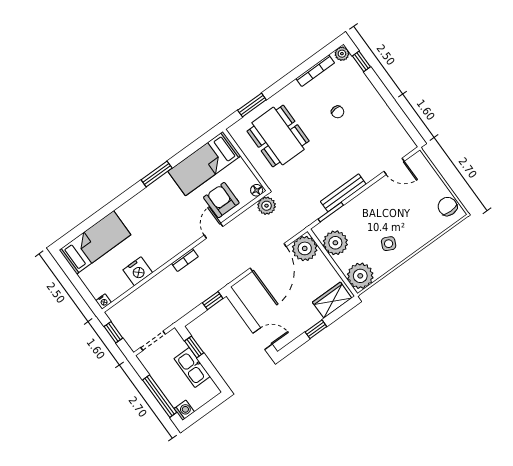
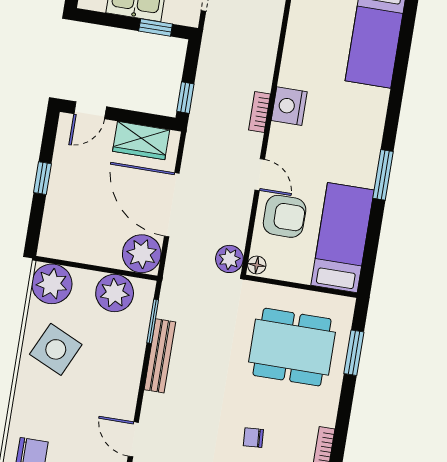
door: (394, 166) -> (133, 439), hinge flipped
side table: (389, 244) -> (56, 349), width x1.87, depth x1.87
nightstand: (138, 271) -> (289, 106), moved
wardrobe: (332, 300) -> (141, 141), moved, turned 90

